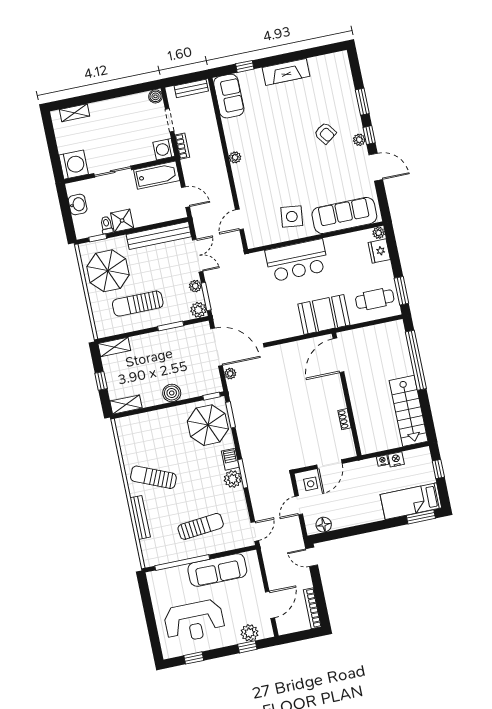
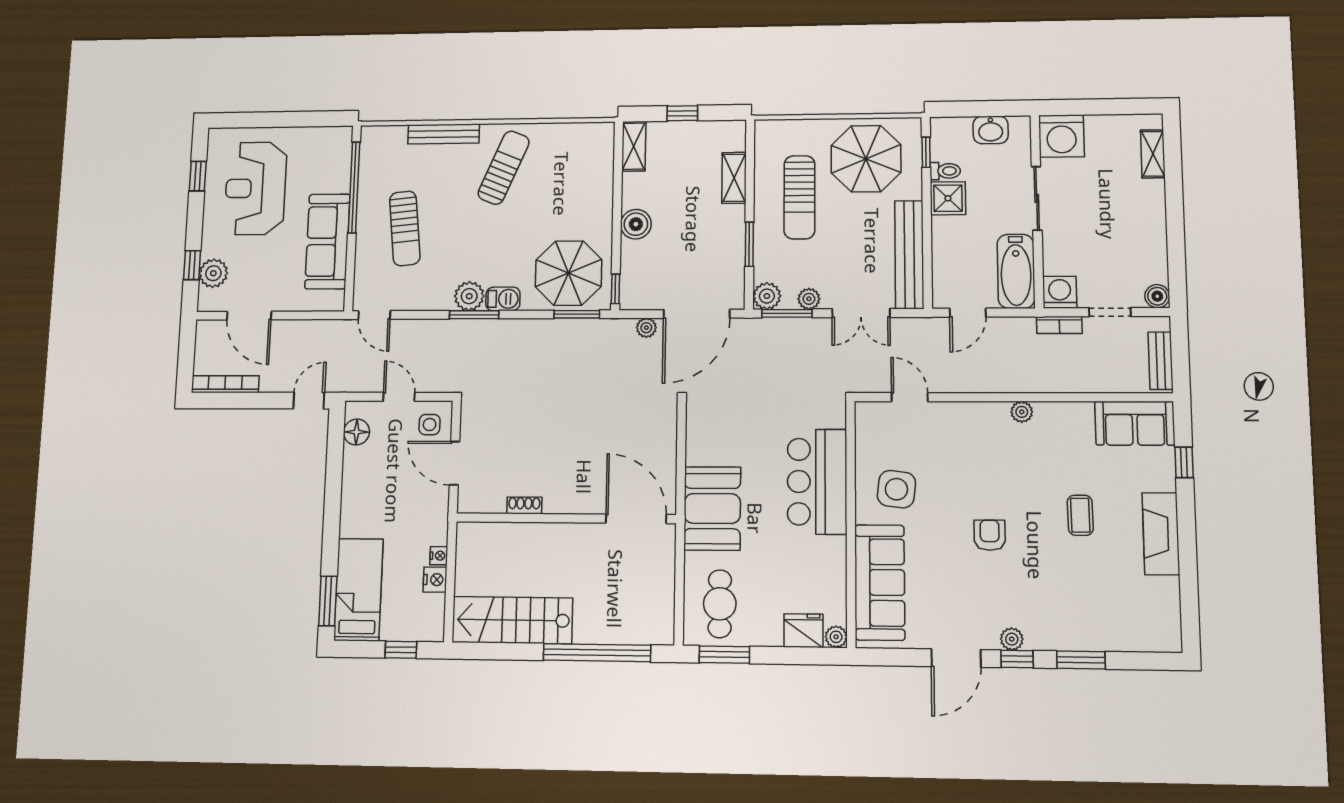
coffee table: (285, 116) -> (1080, 515), added
armchair: (325, 133) -> (990, 535), moved, turned 126
sun lounger: (138, 304) -> (799, 197), turned 180
shelving: (114, 347) -> (734, 178), moved

